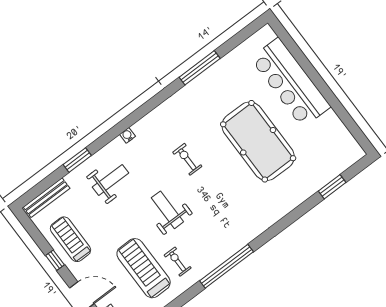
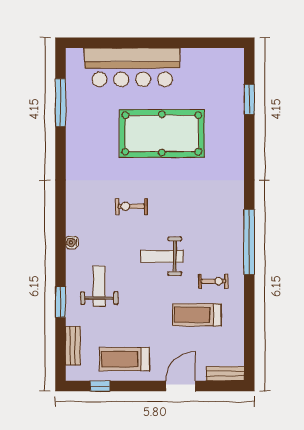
window: (200, 68) -> (60, 103), moved
bench: (47, 198) -> (73, 346), width x0.73
window: (55, 260) -> (100, 386), moved
exercise bike: (178, 262) -> (213, 281), turned 180
treadmill: (144, 268) -> (197, 315), width x0.73, depth x0.73

